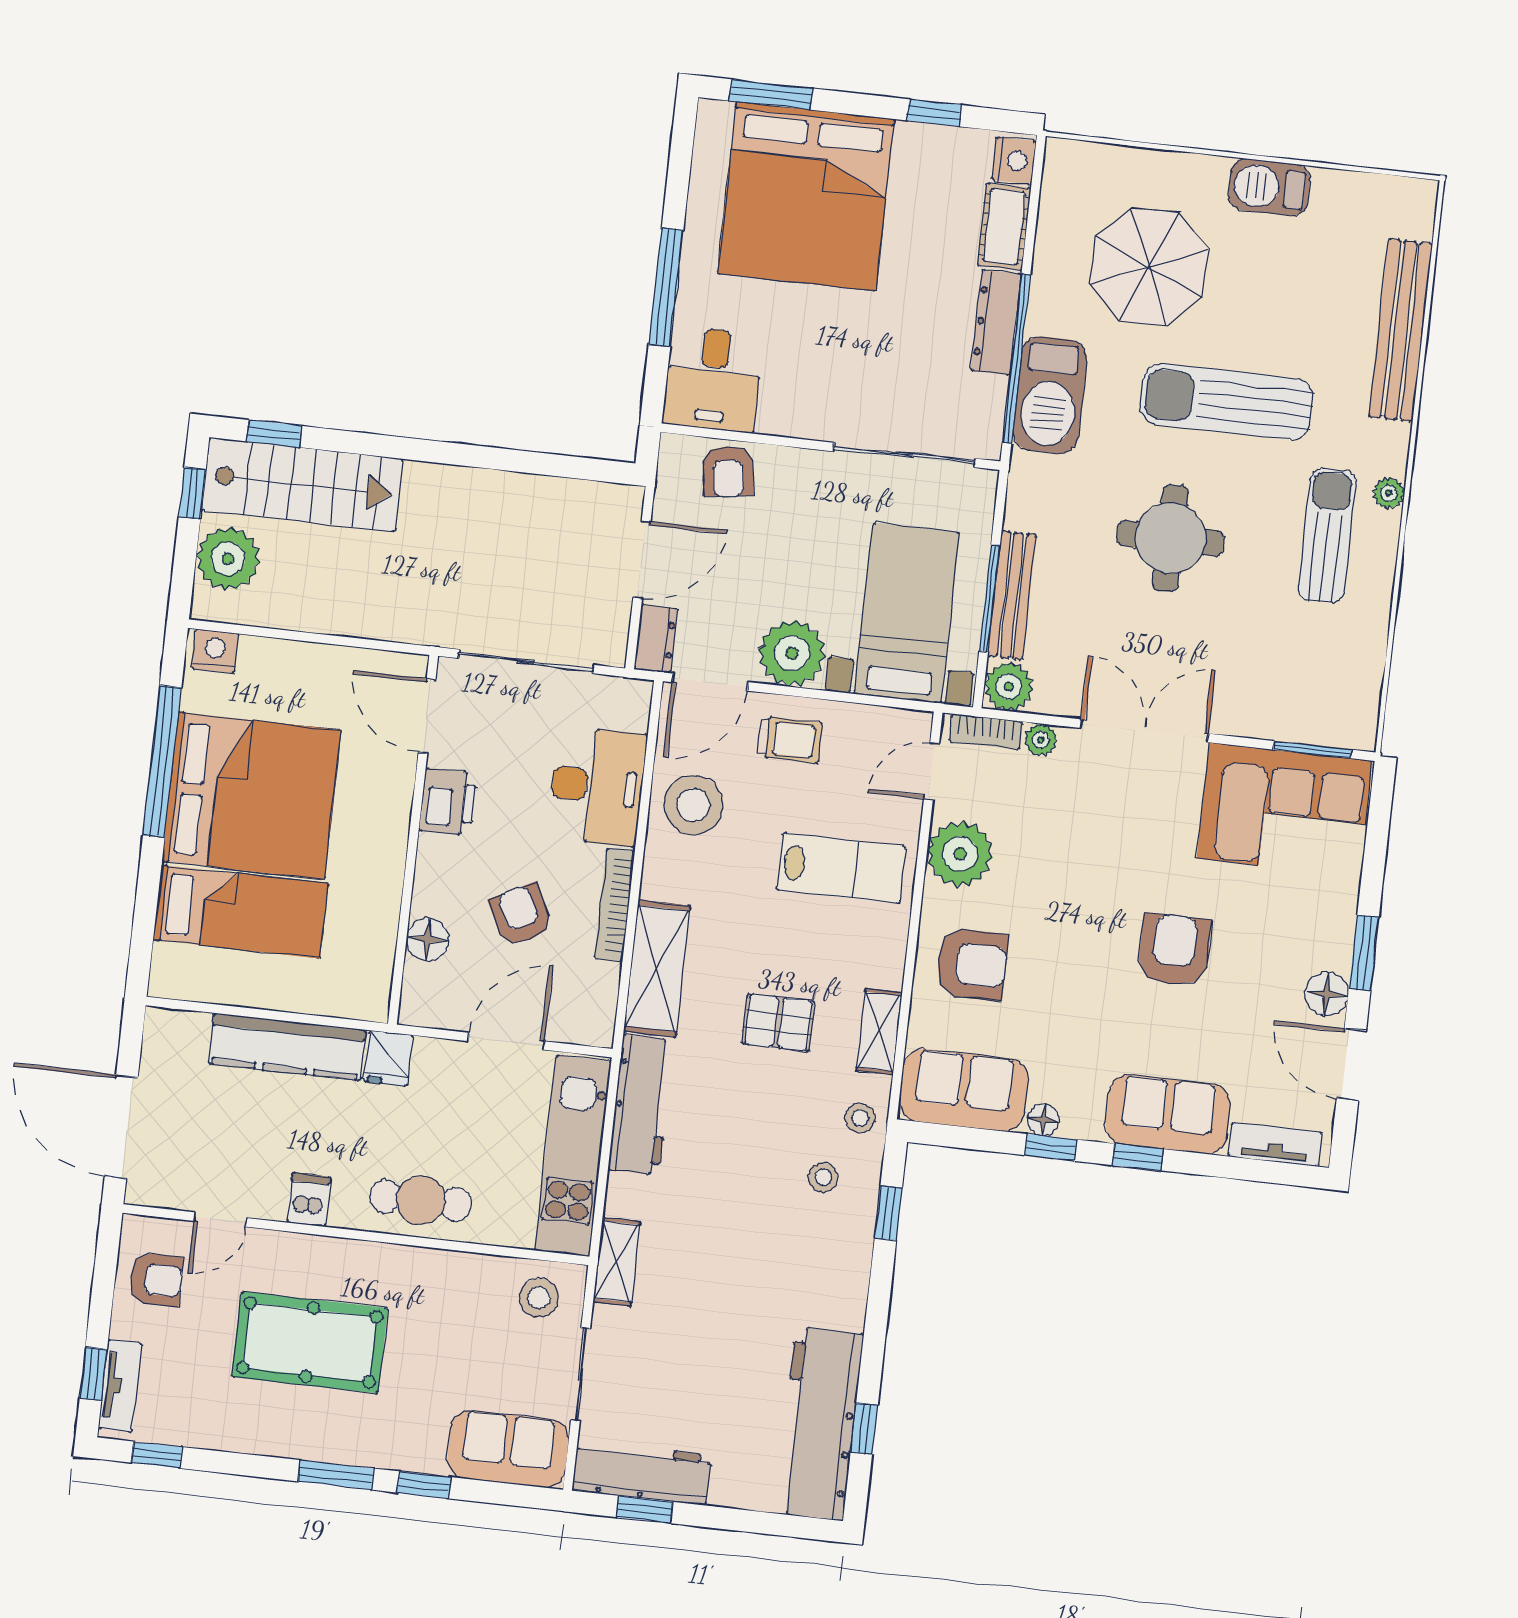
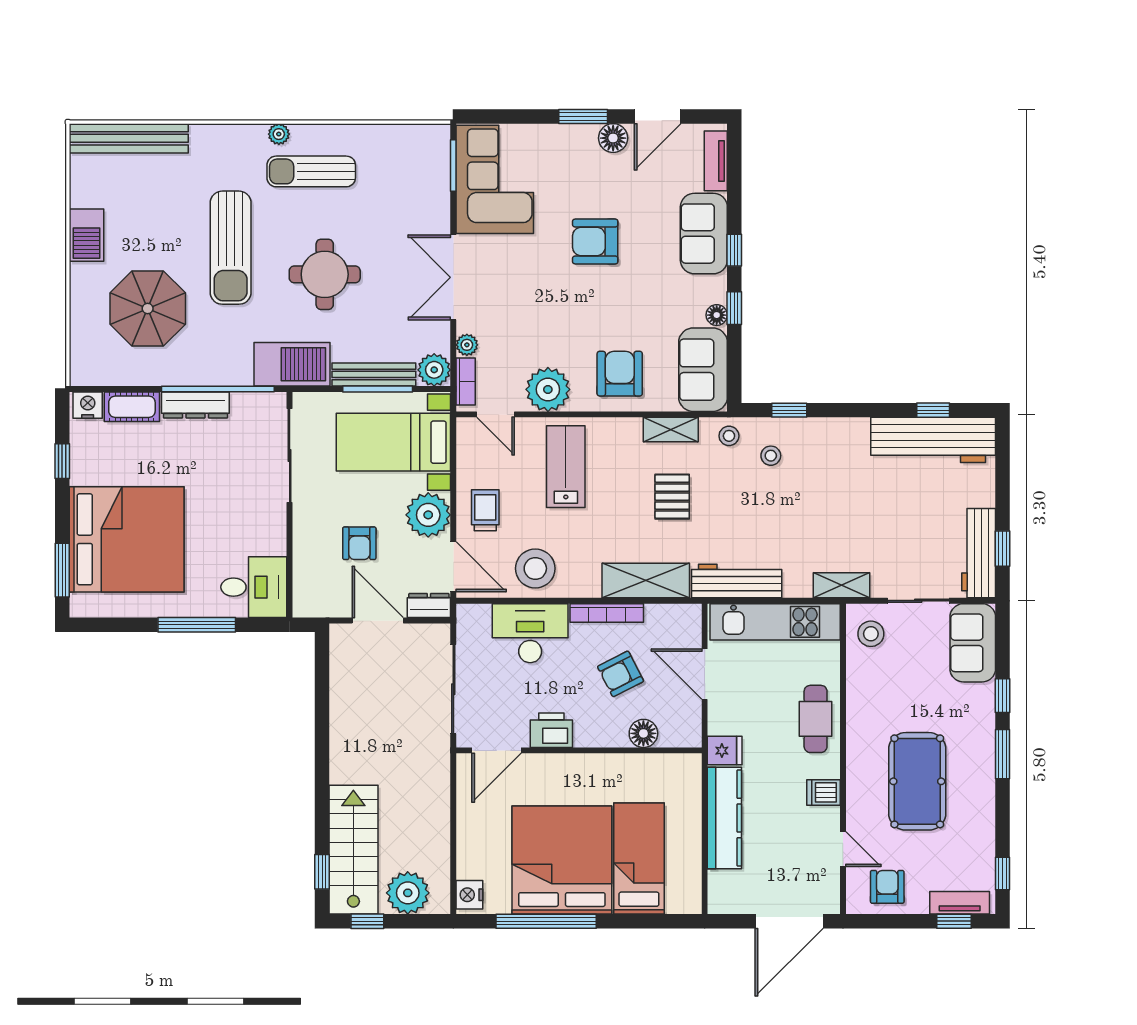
bench: (1401, 330) -> (129, 138), moved
barbecue: (1050, 395) -> (292, 364), moved
armchair: (728, 471) -> (359, 543), moved, turned 98

